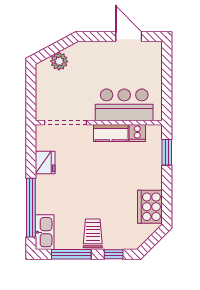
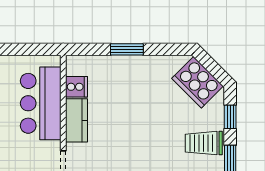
window: (167, 152) -> (127, 49), moved
cooker: (150, 207) -> (197, 82), moved, turned 45

